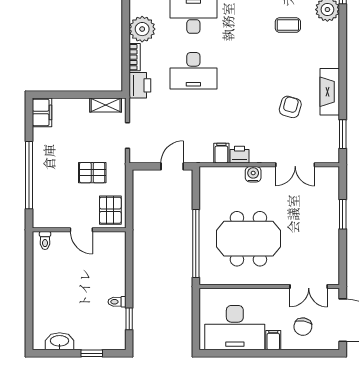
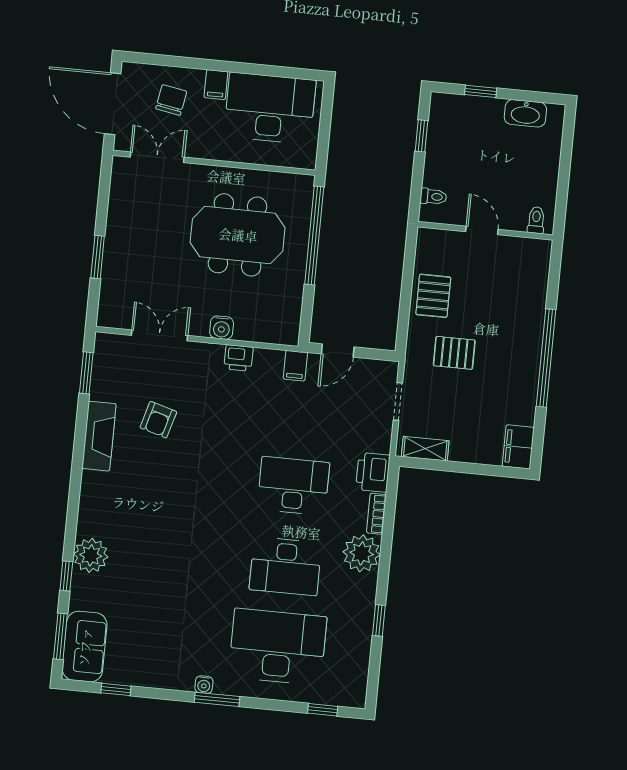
coffee table: (288, 25) -> (150, 539), removed
filing cabinet: (221, 153) -> (295, 366), moved
wall: (79, 230) -> (485, 231), moved
door: (81, 230) -> (482, 230), moved
toilet: (45, 241) -> (536, 220), moved
toilet: (117, 302) -> (433, 197), moved

